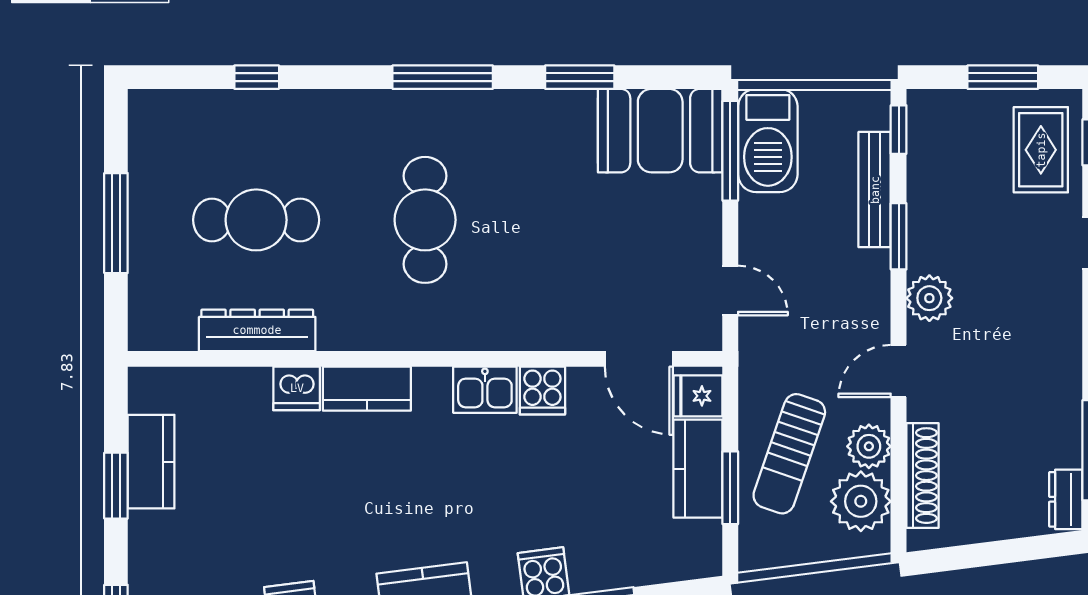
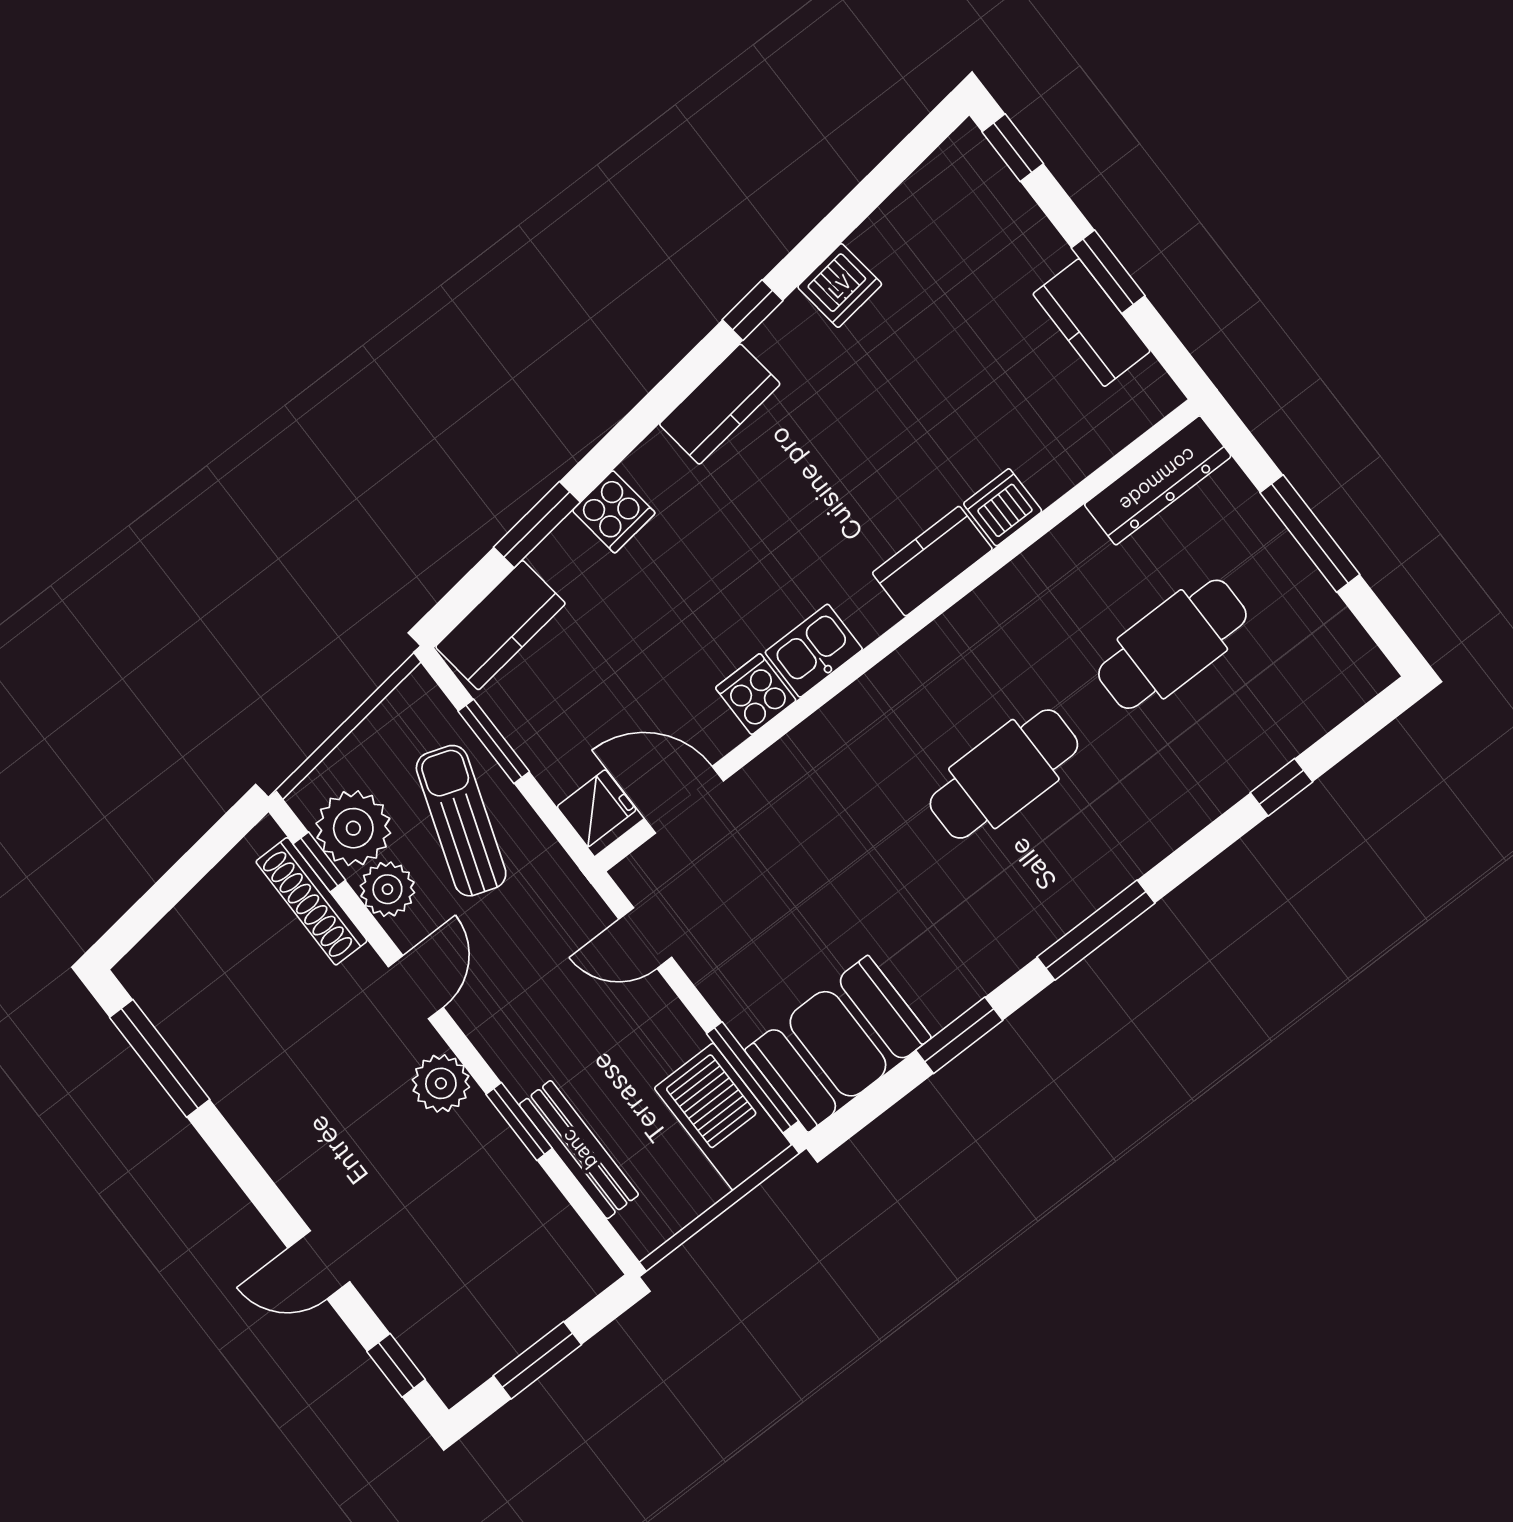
window: (899, 130) -> (319, 862), moved
rug: (1041, 150) -> (444, 1317), removed
cafe table: (425, 220) -> (1004, 774), turned 90
dresser: (257, 330) -> (1158, 480), moved
kitchen counter: (698, 469) -> (500, 625), moved, turned 83
dresser: (1066, 499) -> (150, 987), removed

